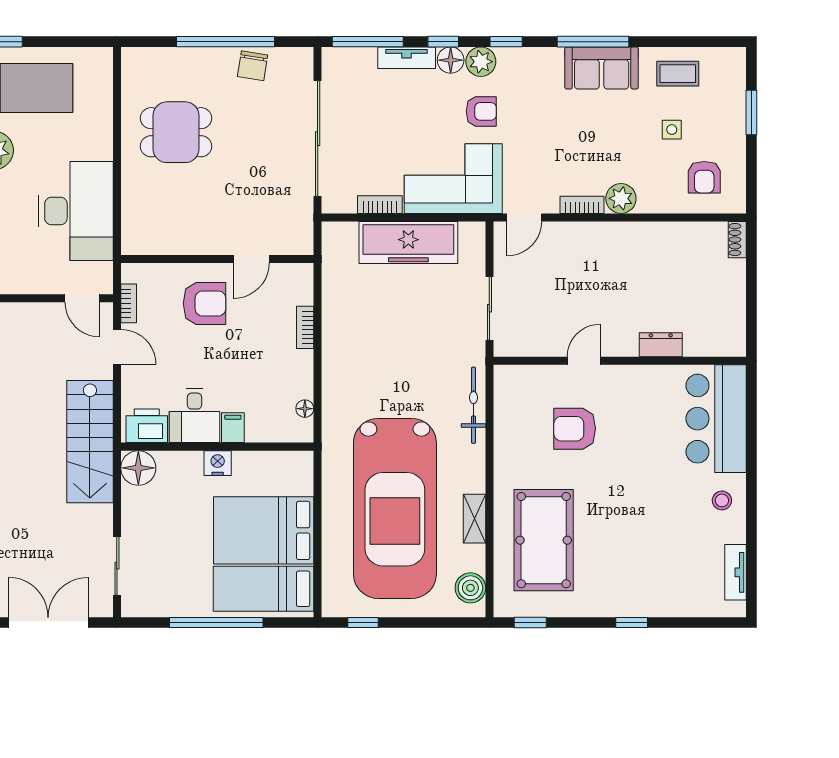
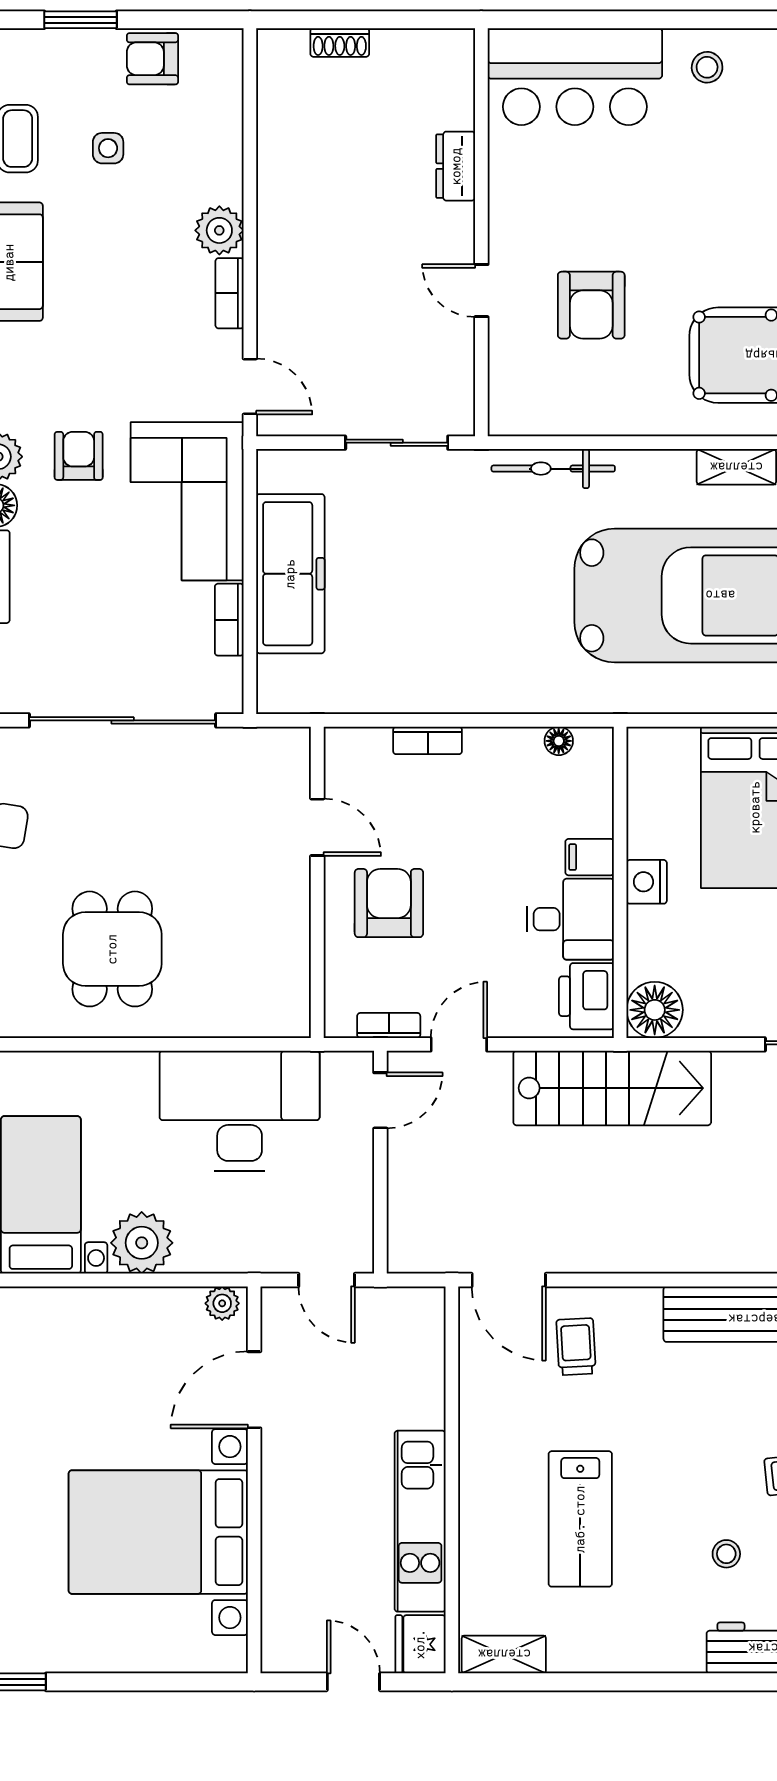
armchair: (704, 177) -> (152, 59), moved, turned 180
shoe rack: (737, 240) -> (340, 42), moved

